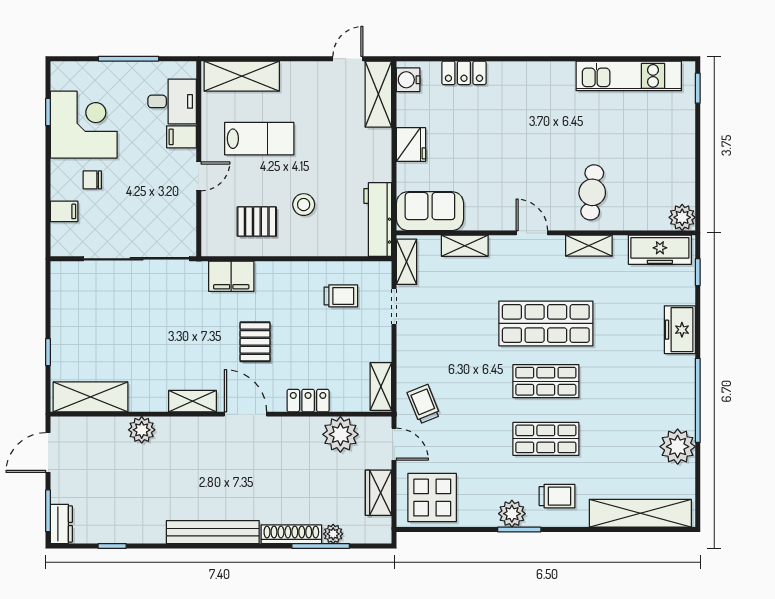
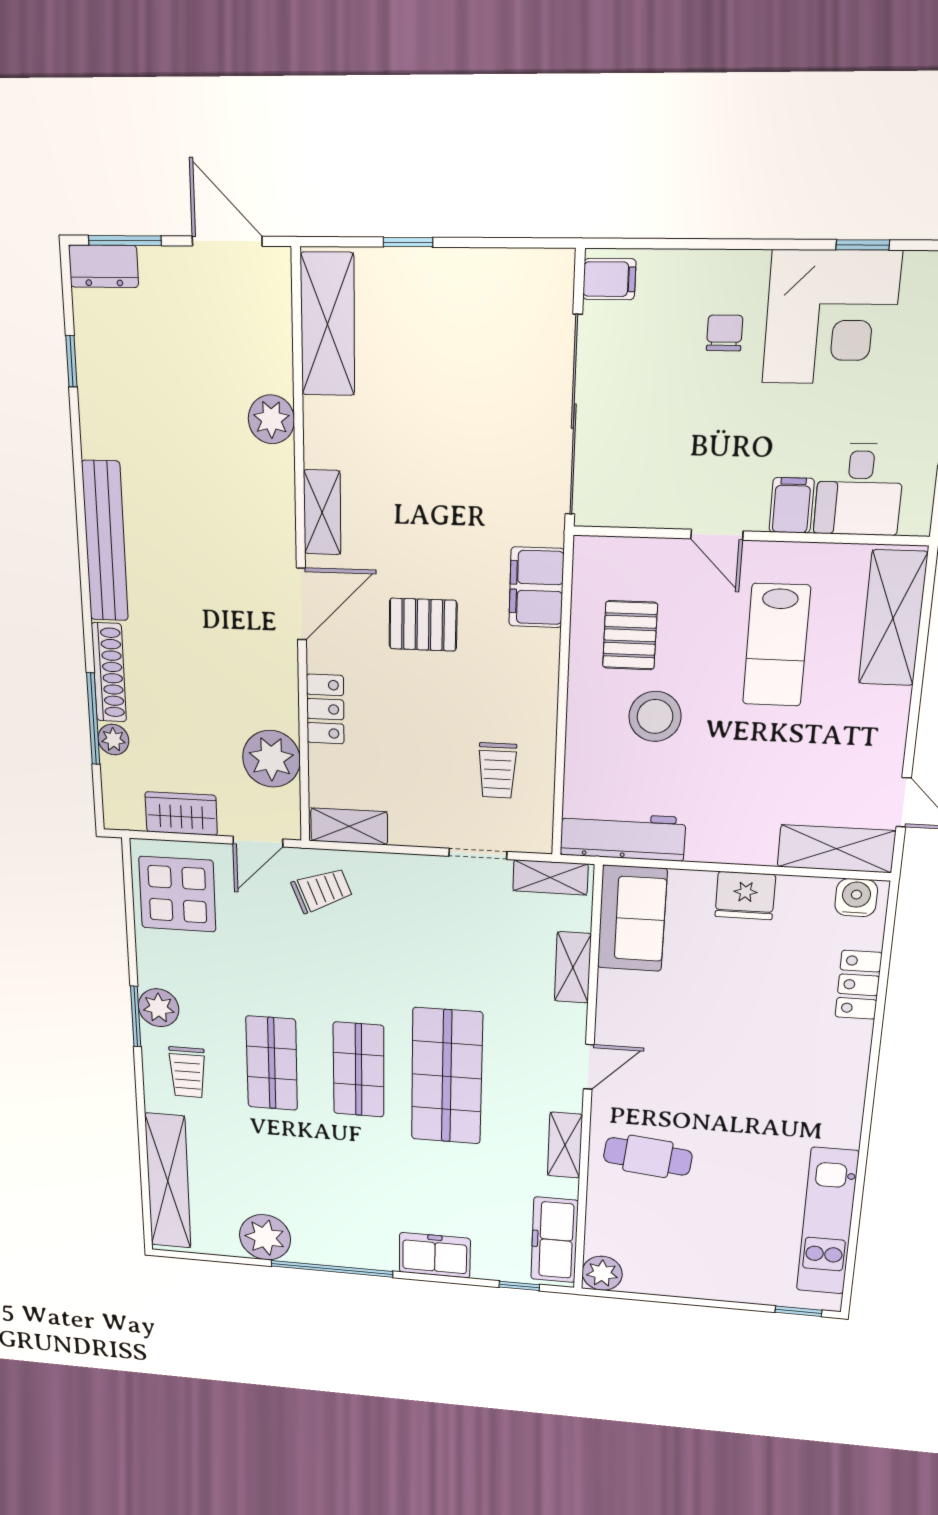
stool: (304, 205) -> (655, 716), width x1.38, depth x1.38
filing cabinet: (64, 211) -> (609, 279), moved, turned -90

